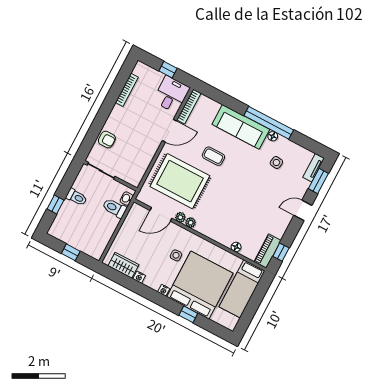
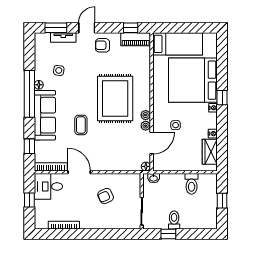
window: (219, 96) -> (29, 146), added
armchair: (107, 140) -> (106, 196), moved, turned -114
tv unit: (314, 168) -> (63, 38), moved
rug: (180, 181) -> (115, 99), moved
window: (56, 205) -> (168, 234), moved
toilet: (114, 208) -> (192, 184), moved
door: (303, 210) -> (87, 28), swing flipped
door: (161, 214) -> (152, 143), hinge flipped
armchair: (278, 217) -> (103, 45), added
floor lamp: (236, 247) -> (146, 166), moved
side table: (176, 255) -> (176, 125), moved
window: (188, 314) -> (222, 98), moved

